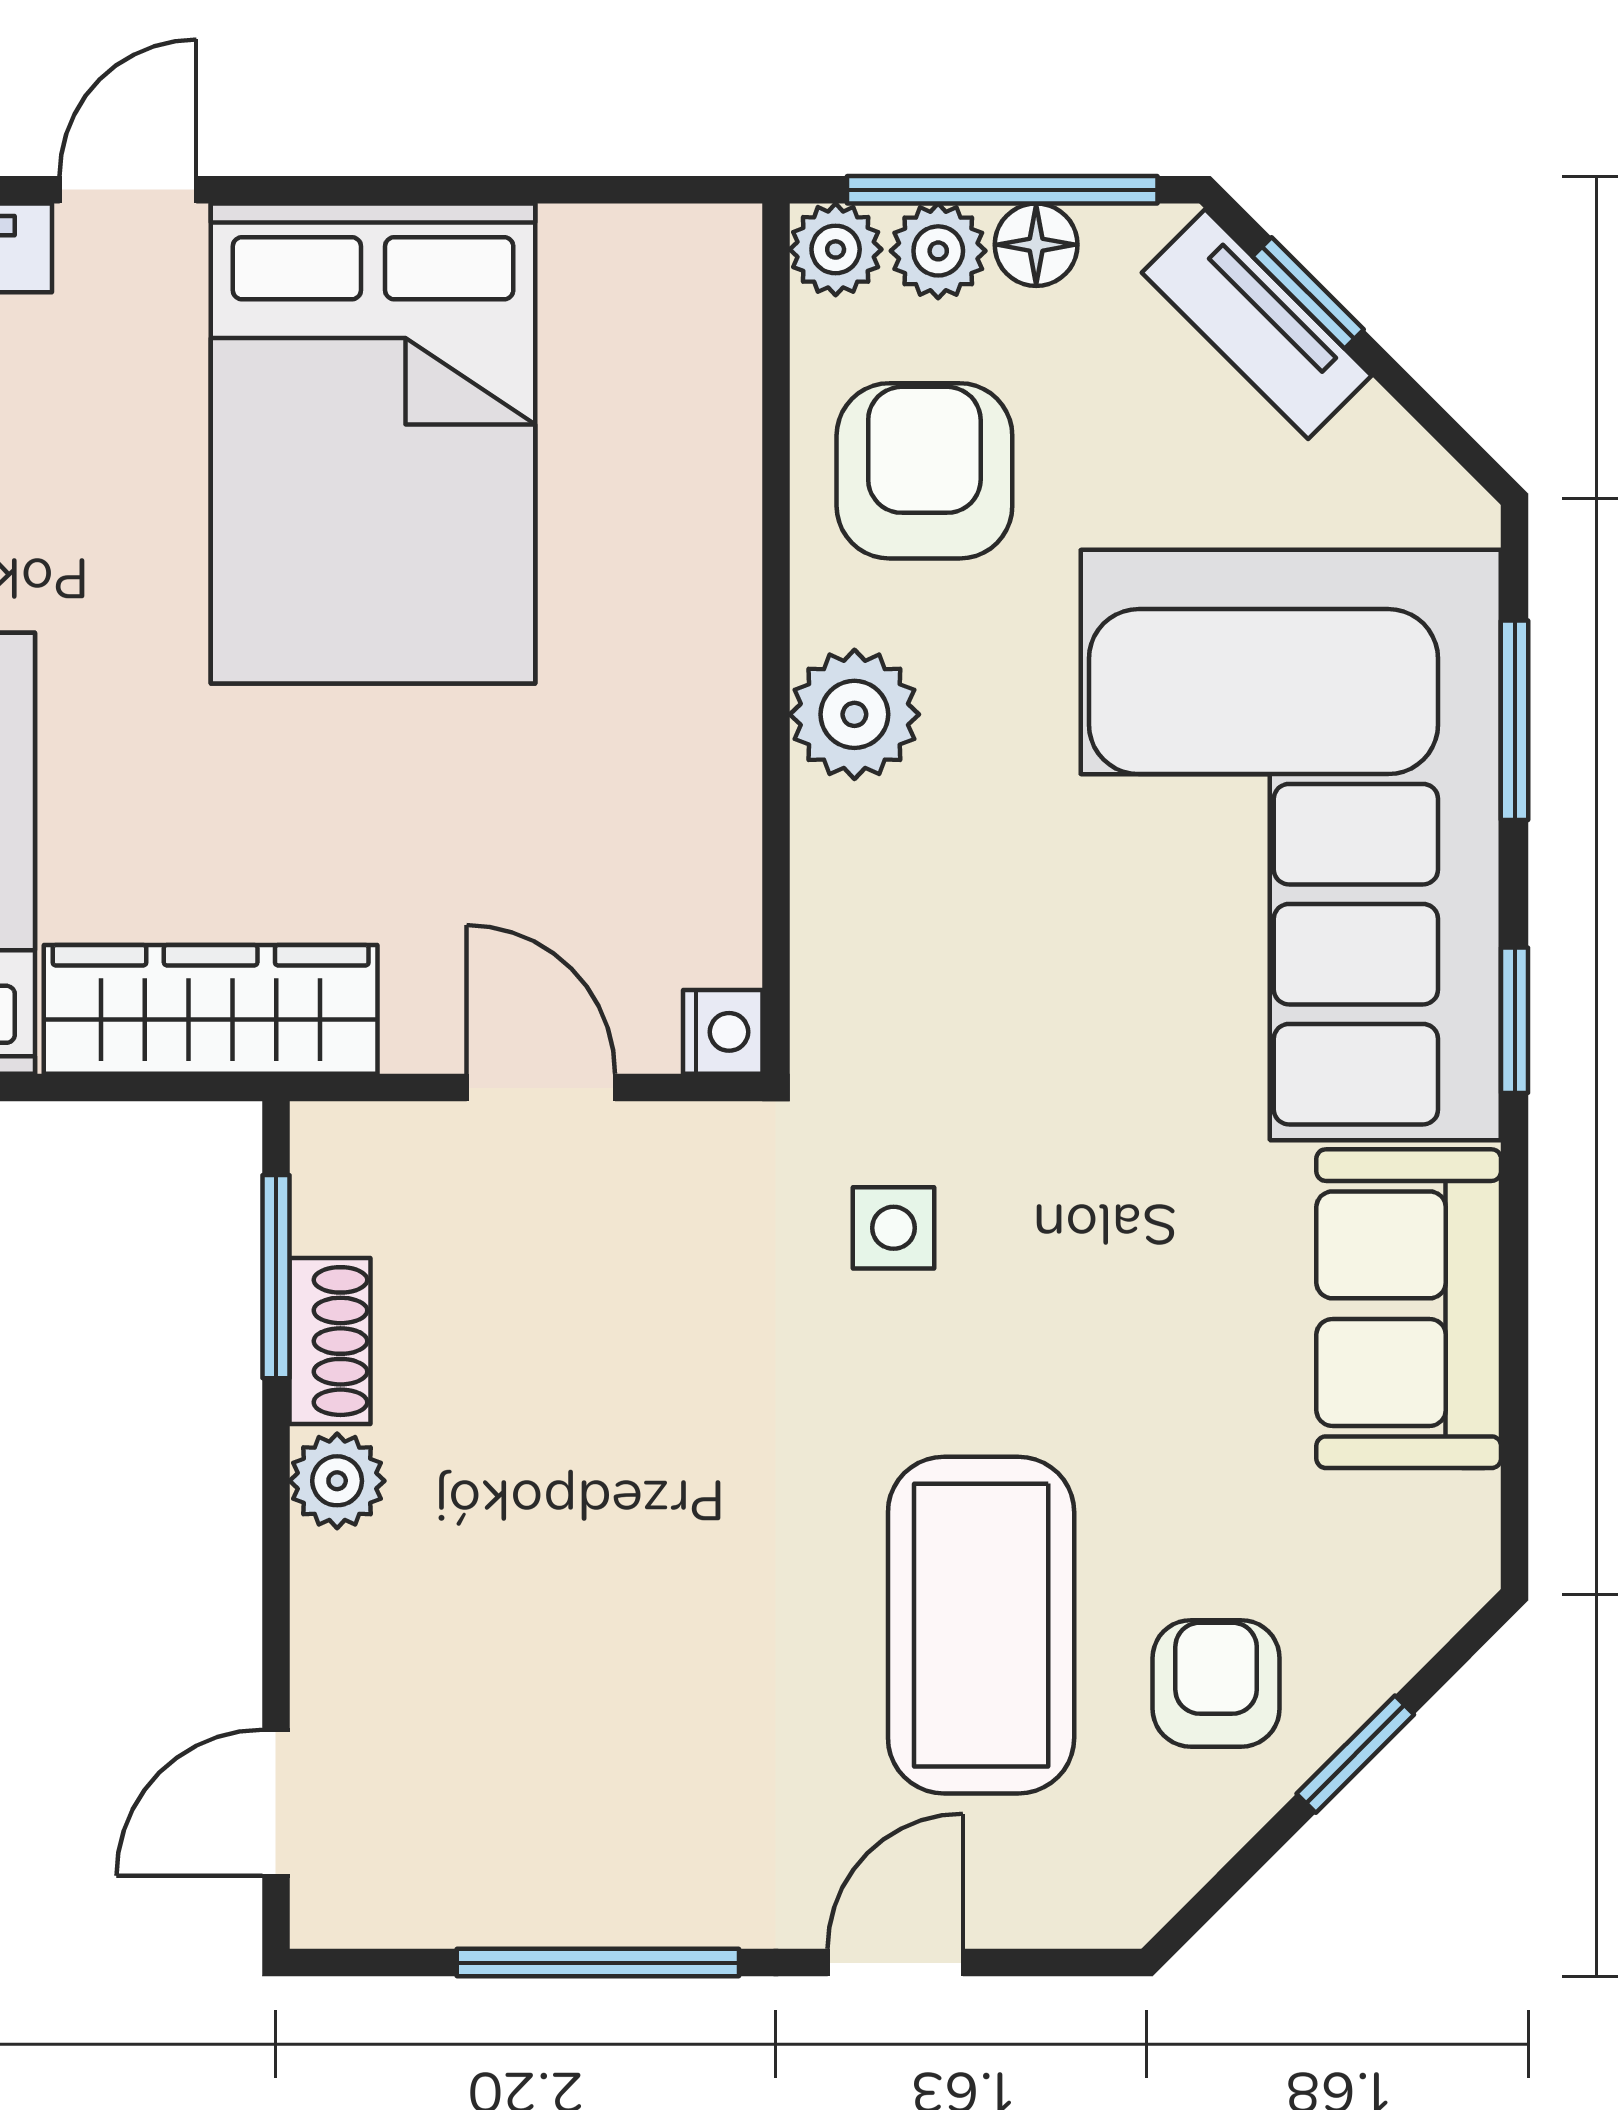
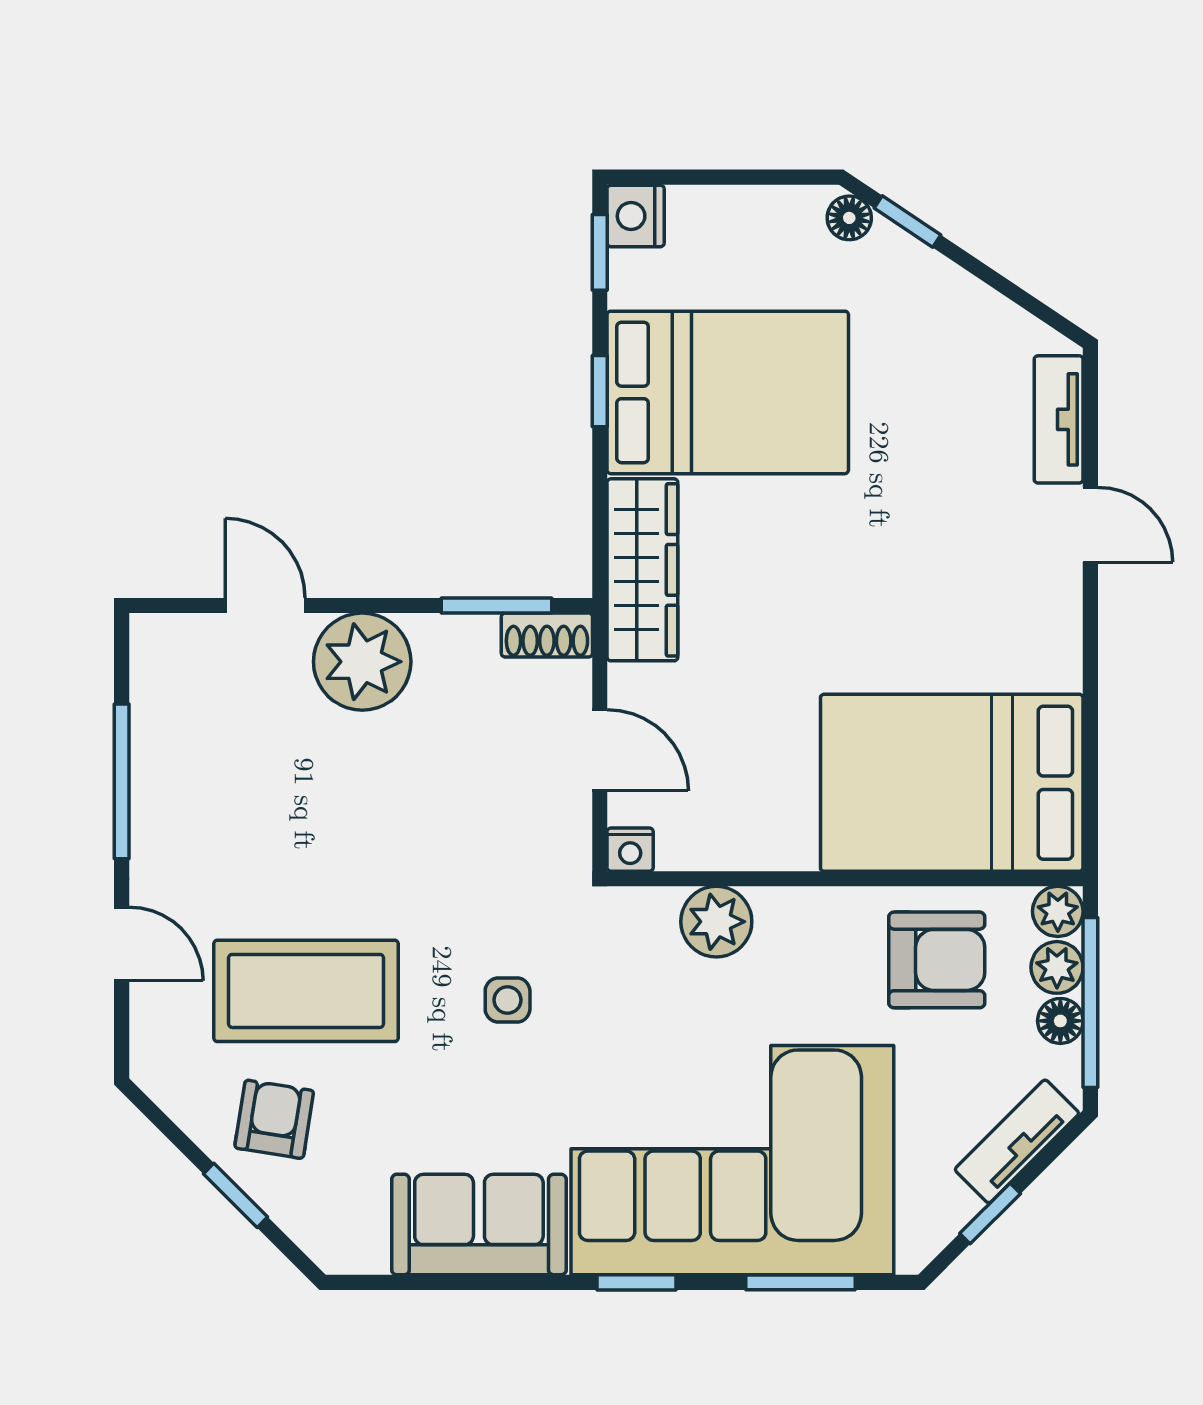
window: (1308, 293) -> (990, 1214), moved
bed: (373, 444) -> (952, 783), moved
plant: (854, 714) -> (716, 922), moved
door: (541, 1088) -> (600, 750), hinge flipped
side table: (894, 1228) -> (508, 1000), moved
shoe rack: (330, 1341) -> (547, 635), moved
plant: (337, 1481) -> (362, 662), width x1.88, depth x1.88
armchair: (1216, 1683) -> (274, 1119), turned -81
door: (276, 1803) -> (265, 606), moved

